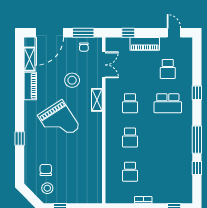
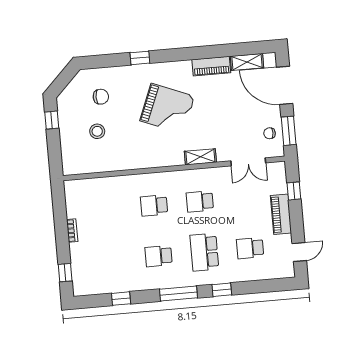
stool: (72, 80) -> (224, 121), removed
grand piano: (59, 121) -> (167, 109), turned -125
window: (197, 140) -> (179, 294), moved
school desk: (130, 172) -> (159, 256), moved
stool: (47, 188) -> (97, 131), moved

